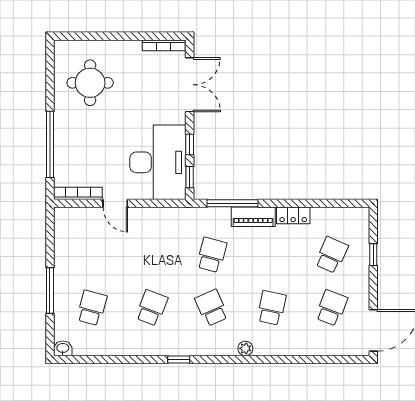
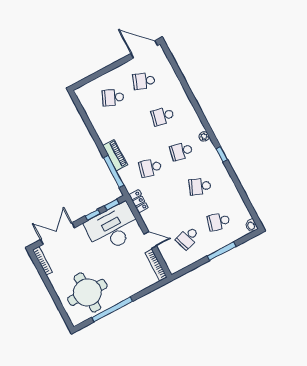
round table: (90, 83) -> (87, 292), width x1.36, depth x1.36
window: (50, 144) -> (112, 309), moved
door: (115, 203) -> (150, 240), hinge flipped
locker: (293, 215) -> (138, 201), moved
school desk: (92, 255) -> (188, 238), added
window: (373, 255) -> (100, 73), removed
school desk: (212, 308) -> (181, 151), turned 36
plant: (245, 348) -> (204, 136), moved

